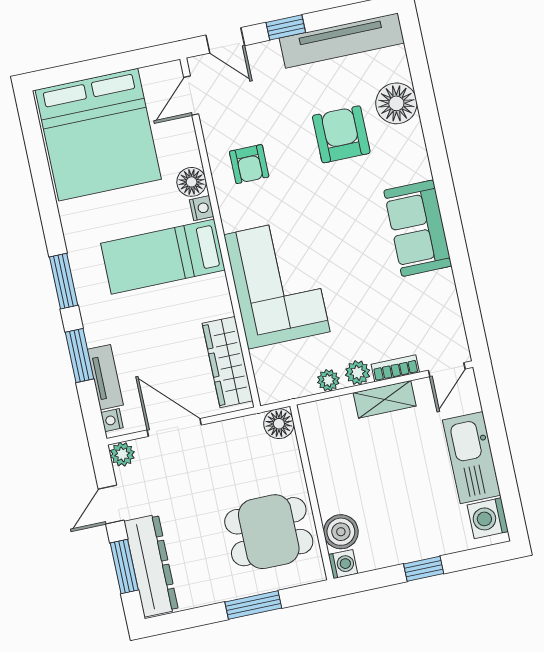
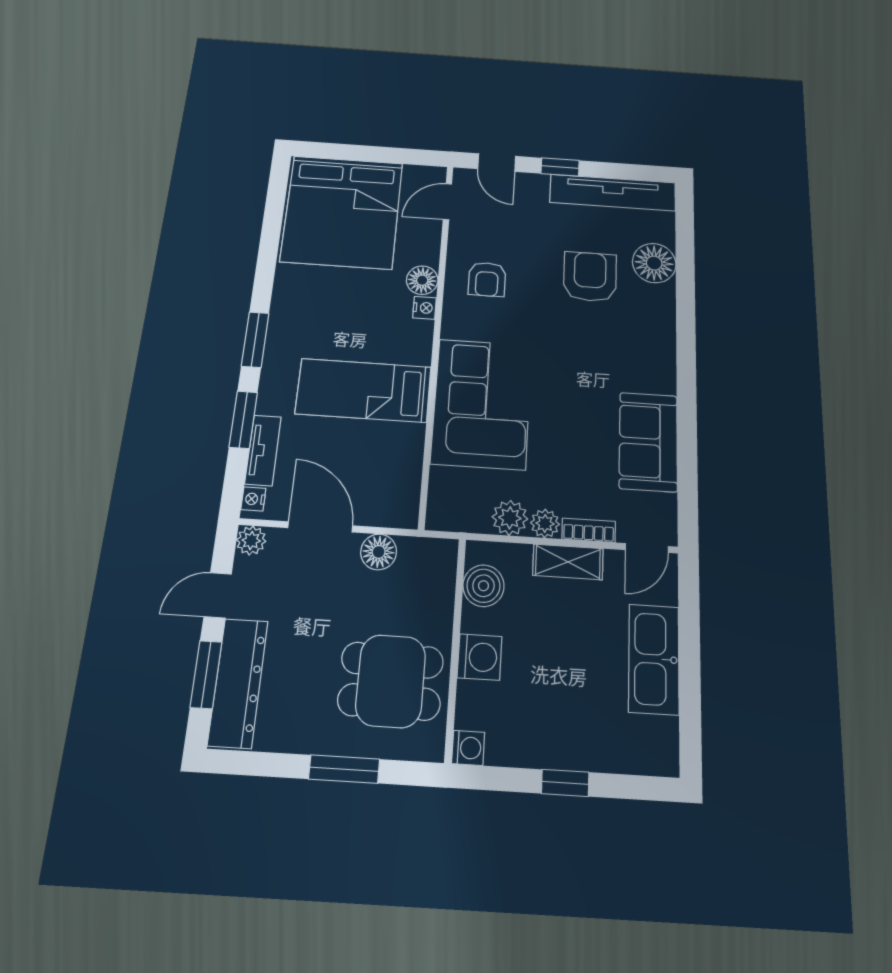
sofa: (418, 228) -> (648, 442), moved
bed: (163, 257) -> (363, 390), moved
wardrobe: (228, 362) -> (403, 472), removed
plant: (328, 380) -> (510, 518), width x1.38, depth x1.38
floor lamp: (279, 424) -> (379, 552), moved
washing machine: (488, 518) -> (480, 657), moved, turned 180
boiler: (341, 532) -> (483, 586), moved

